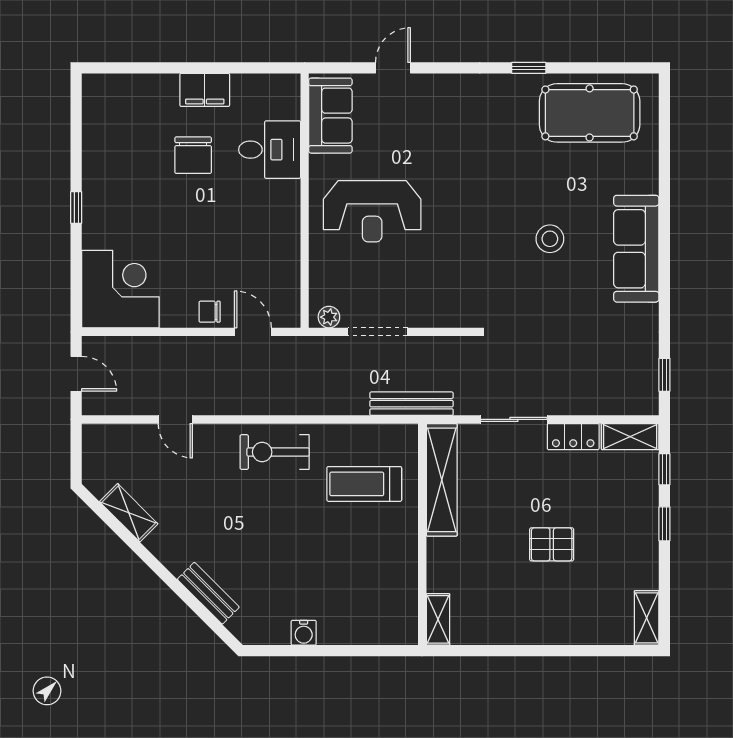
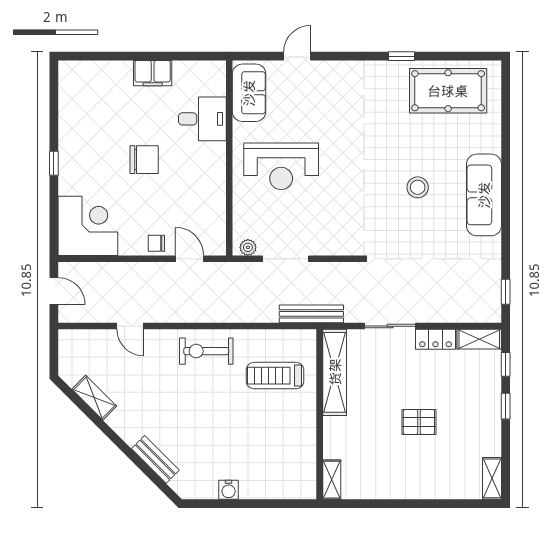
chair: (193, 155) -> (144, 160), moved, turned -90

